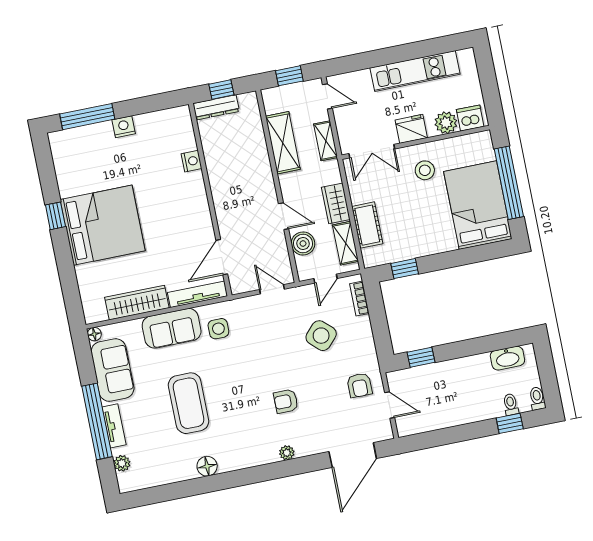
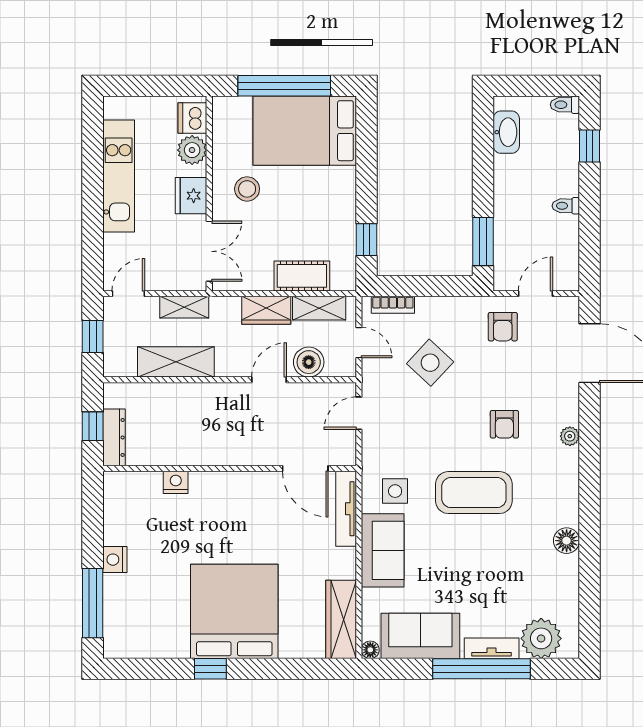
wardrobe: (137, 303) -> (341, 619), moved
window: (421, 357) -> (483, 242), width x1.50
armchair: (359, 385) -> (503, 327), turned 90
coffee table: (189, 403) -> (474, 493), moved
toilet: (511, 404) -> (566, 206), moved
plant: (122, 463) -> (541, 638), width x1.87, depth x1.87

